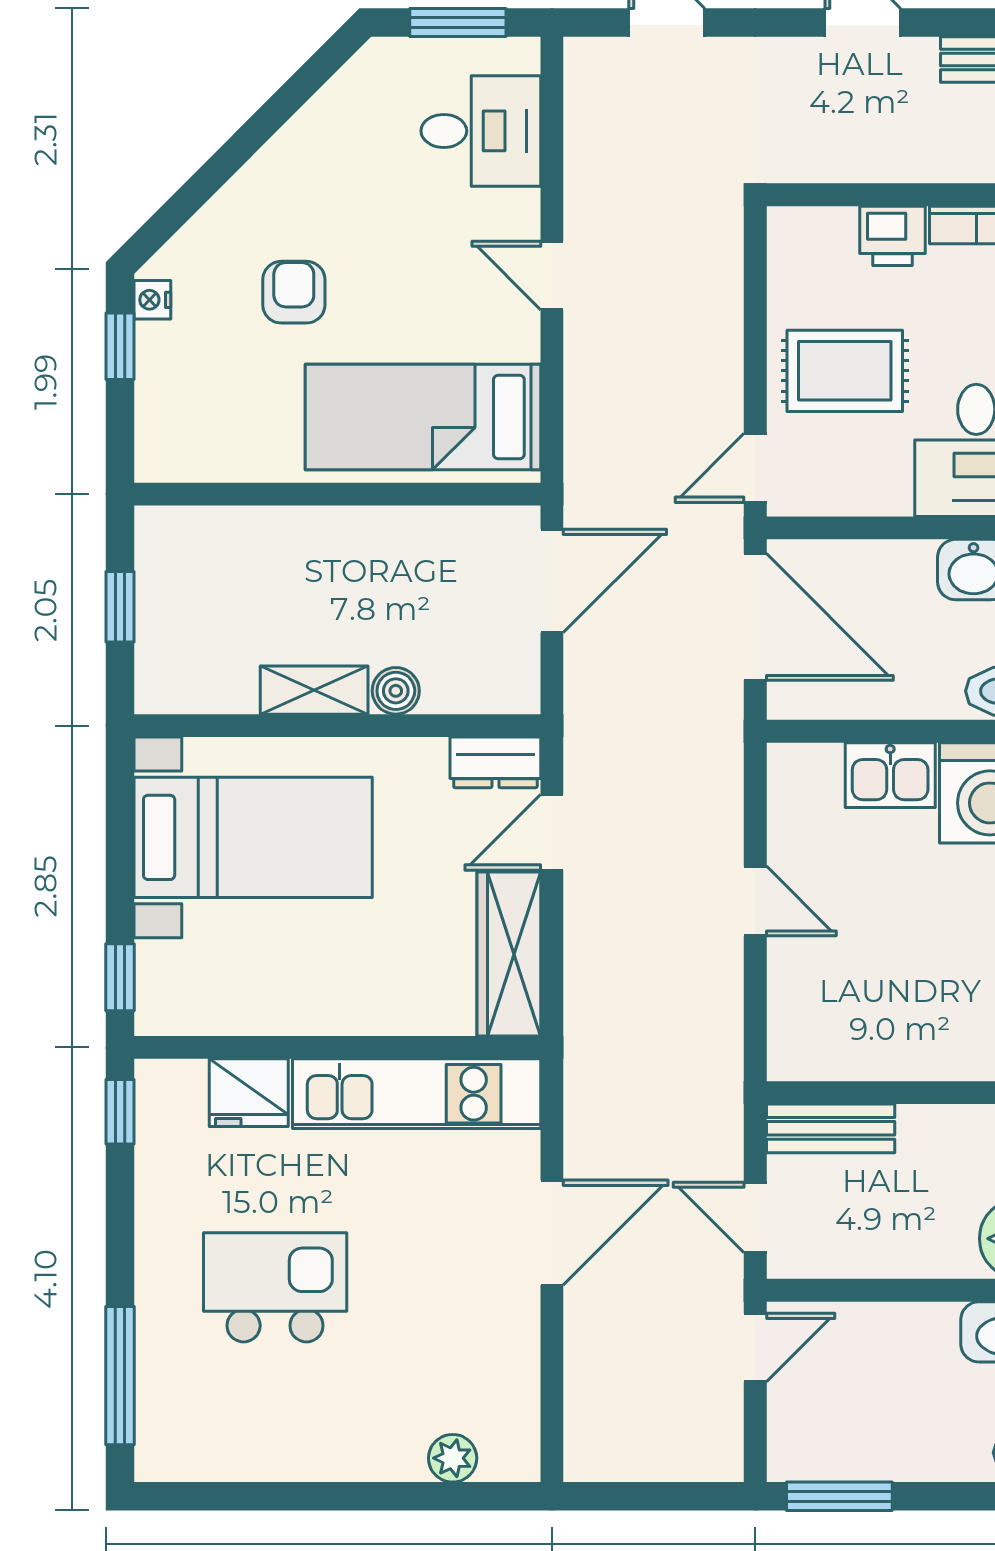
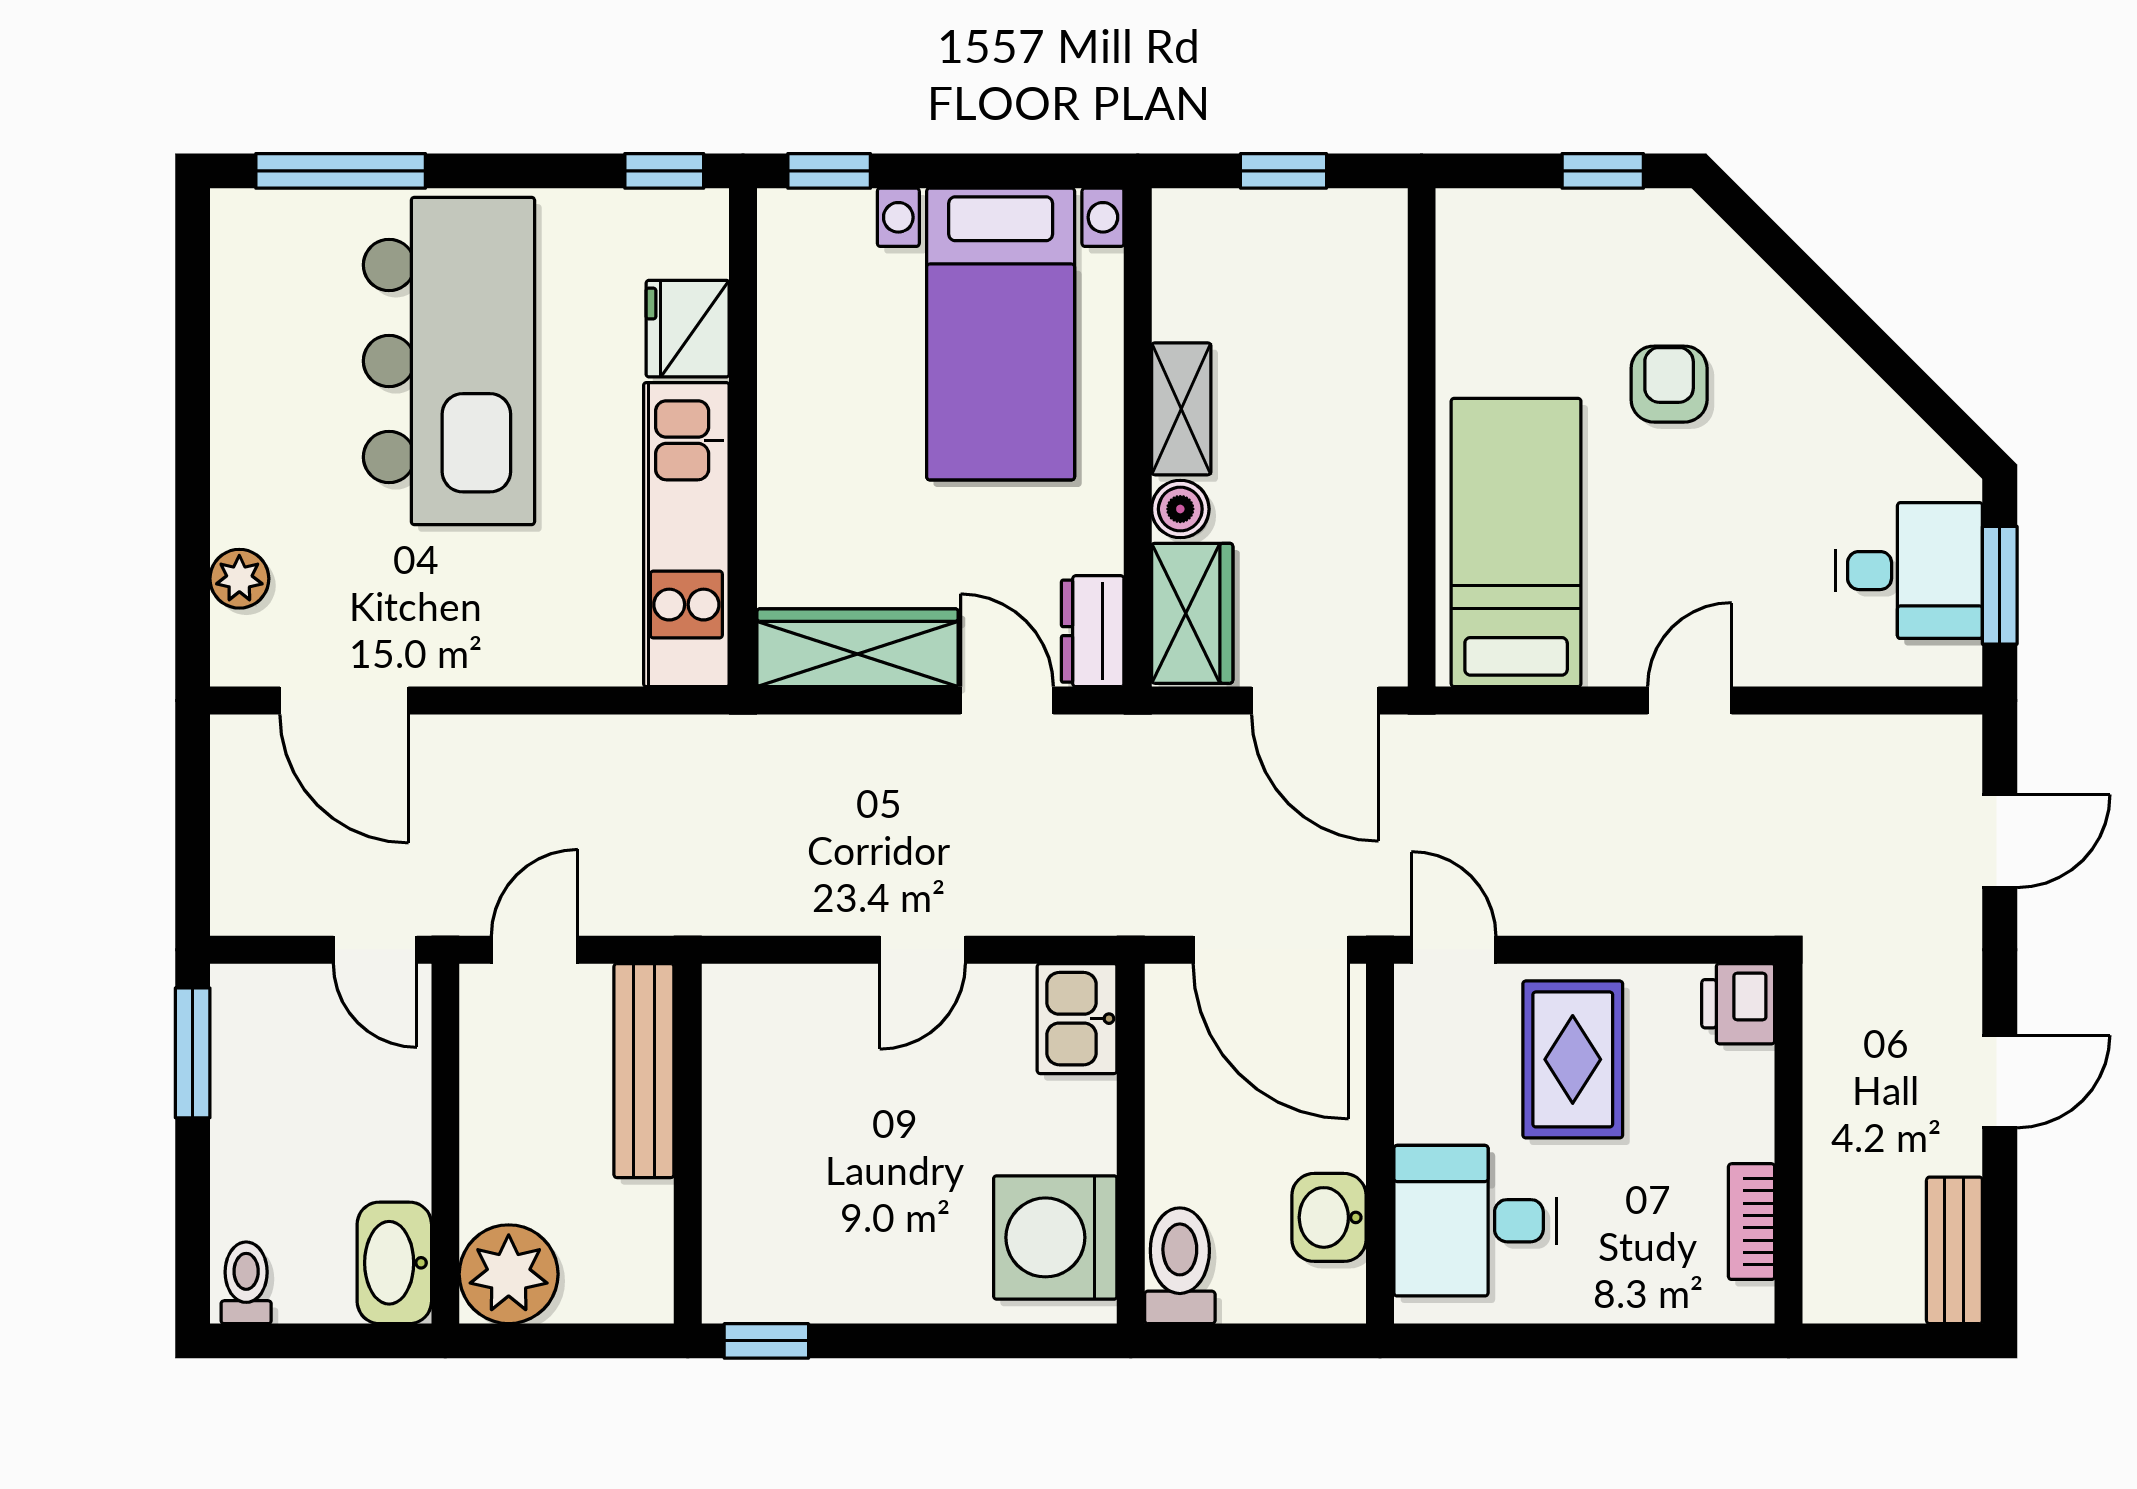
desk: (481, 131) -> (1909, 571), moved, turned -90
printer: (892, 236) -> (1738, 1004), moved
armchair: (294, 292) -> (1669, 384), turned -90
nightstand: (152, 300) -> (1660, 211), removed
door: (755, 617) -> (1271, 950), hinge flipped
wardrobe: (481, 681) -> (1192, 613), added
kitchen sink: (890, 775) -> (1077, 1019), moved
bench: (831, 1128) -> (644, 1071), width x1.36
door: (552, 1233) -> (344, 700), moved
kitchen island: (275, 1287) -> (449, 361), width x1.87, depth x1.28

